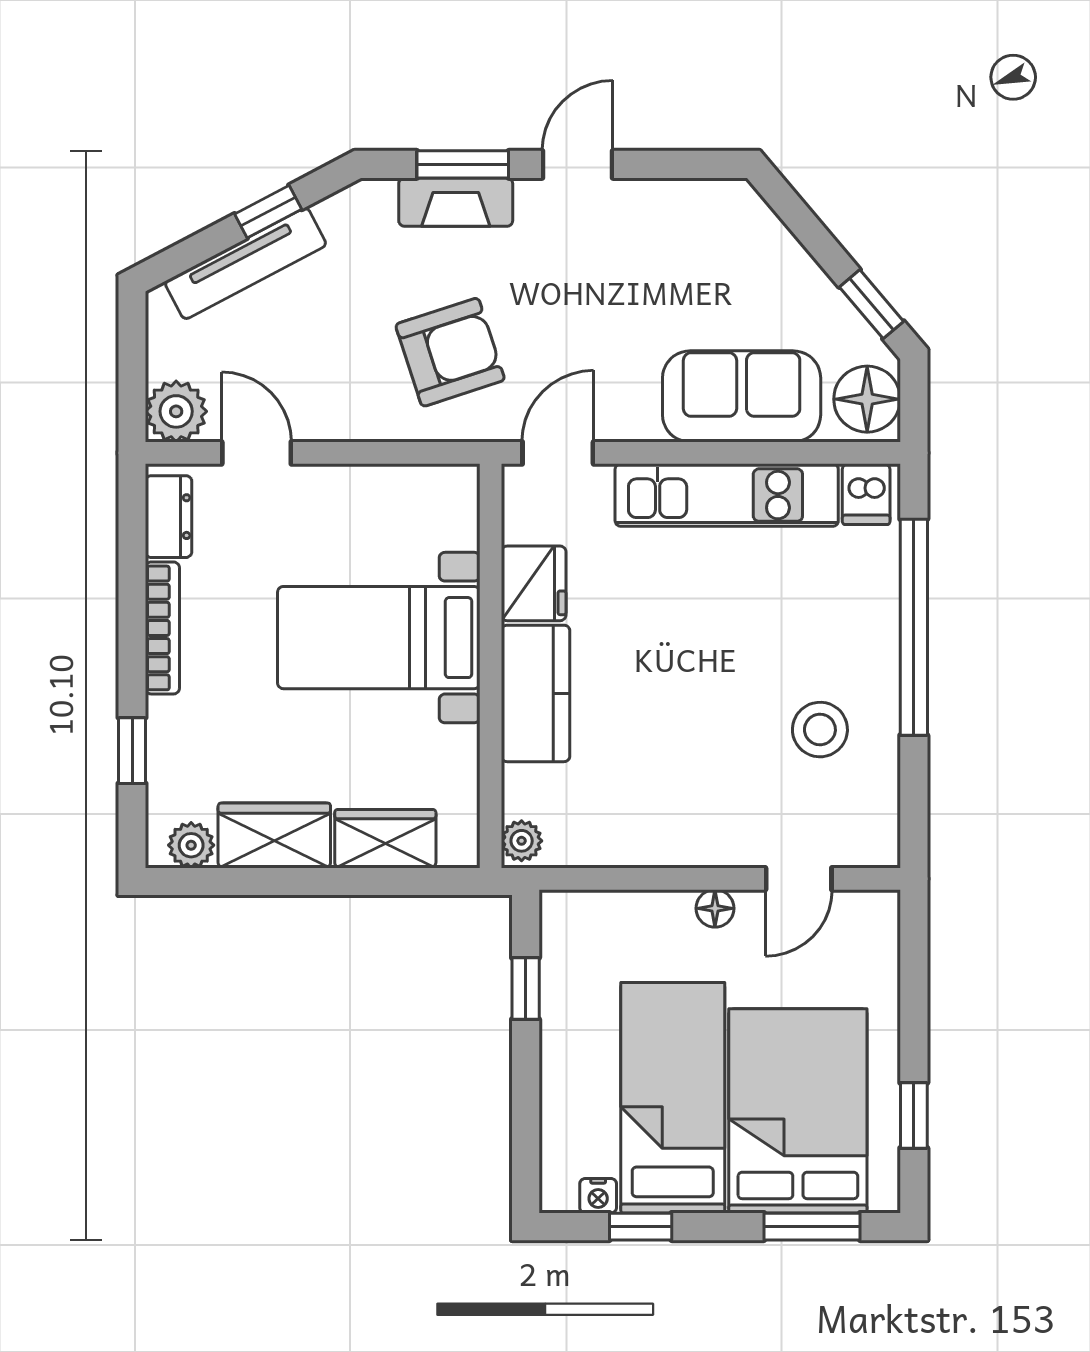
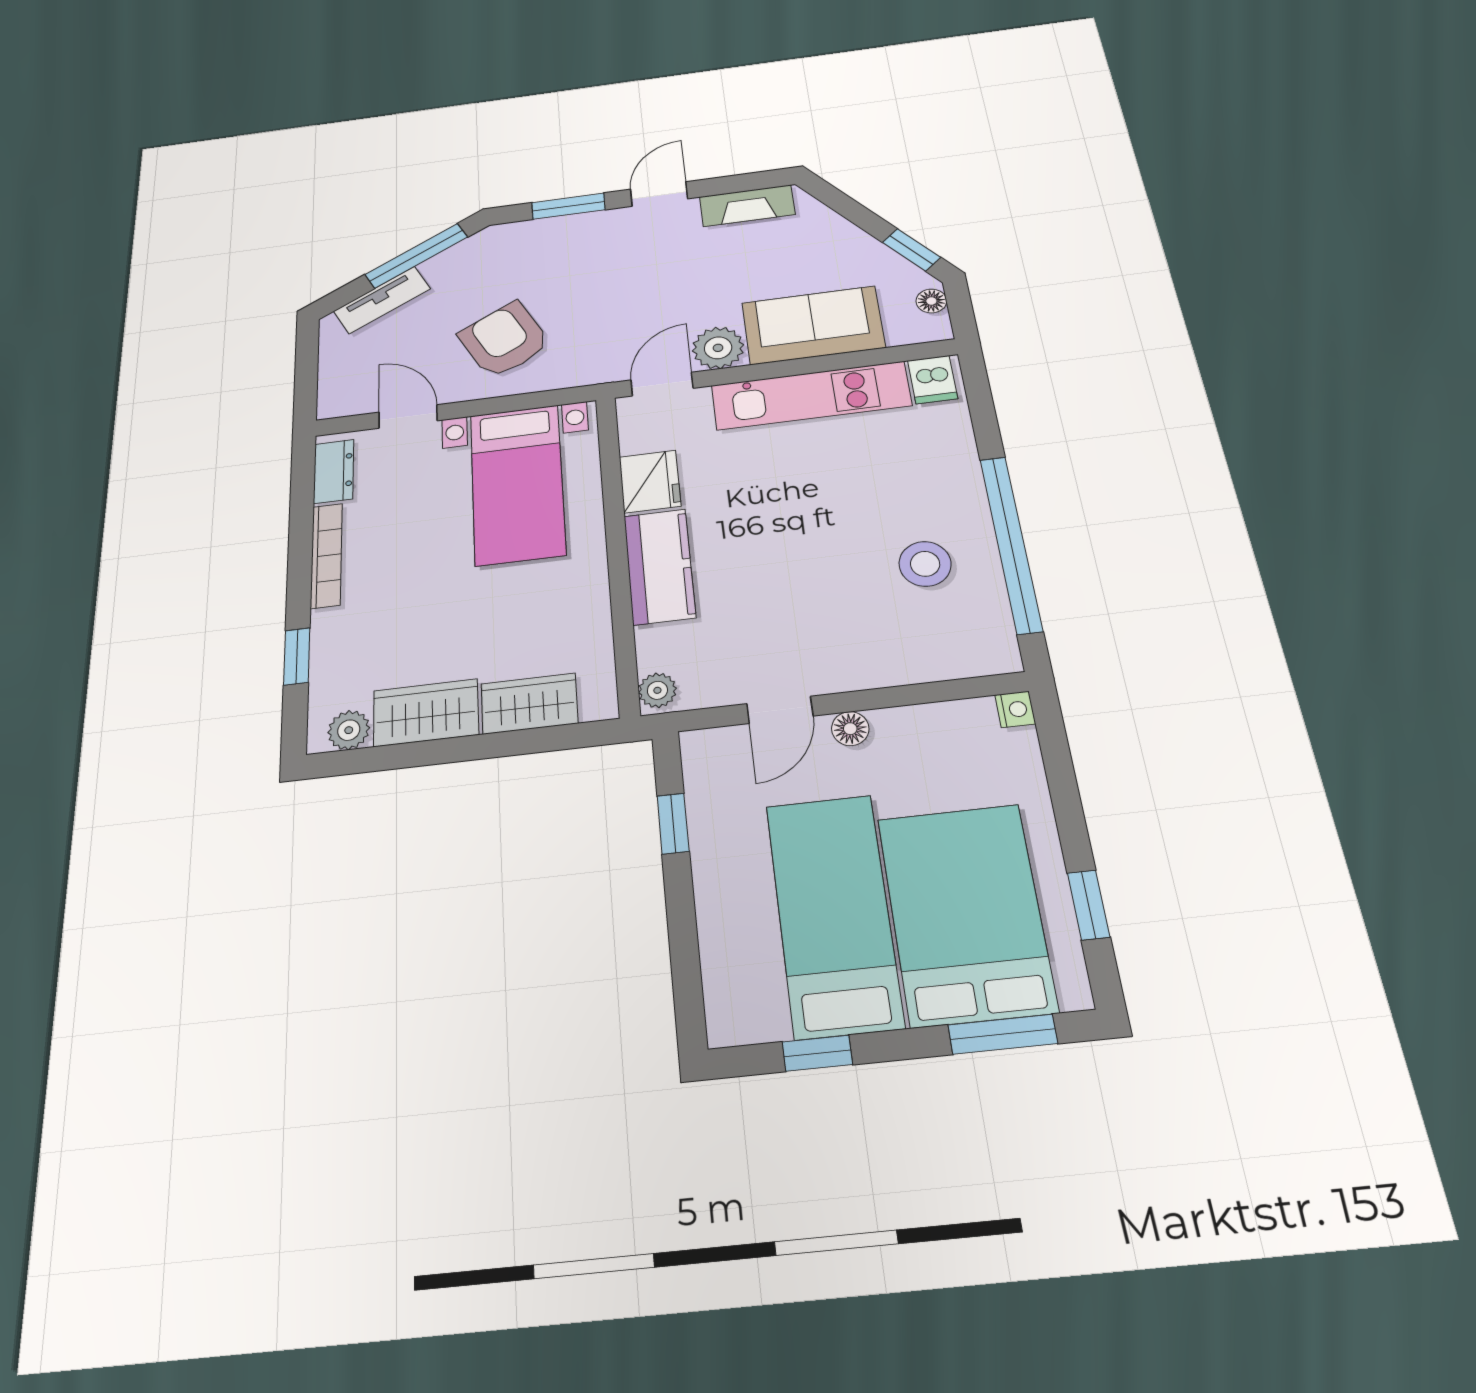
fireplace: (456, 202) -> (747, 206), moved
window: (268, 212) -> (416, 256), width x2.17
tv unit: (246, 263) -> (382, 300), width x0.71
armchair: (450, 352) -> (504, 340), moved, turned -100
floor lamp: (867, 399) -> (931, 301), width x0.53, depth x0.53
plant: (176, 411) -> (718, 348), moved
window: (914, 627) -> (1011, 544), moved
bed with nightstands: (379, 638) -> (517, 484), moved, turned -90
door: (799, 879) -> (780, 710), moved
nightstand: (598, 1196) -> (1015, 709), moved, turned -90

